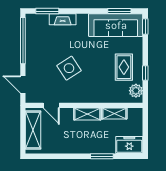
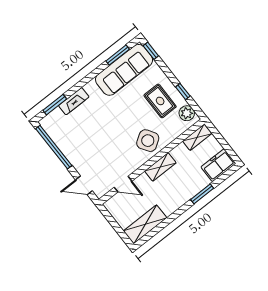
side table: (69, 68) -> (148, 141), moved
shelving: (114, 113) -> (197, 137), moved
shelving: (33, 130) -> (145, 224), moved, turned 90

